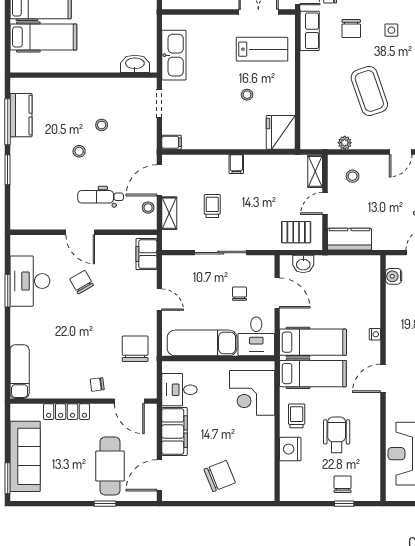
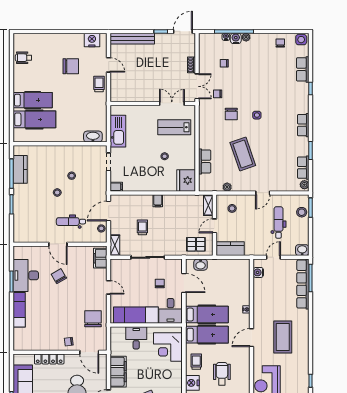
row of seats: (310, 31) -> (205, 161), moved
lab bench: (262, 49) -> (174, 127), turned 180
shelving: (169, 213) -> (115, 245), moved
exam couch: (20, 372) -> (19, 310), moved
desk: (180, 390) -> (136, 338), moved, turned 90

